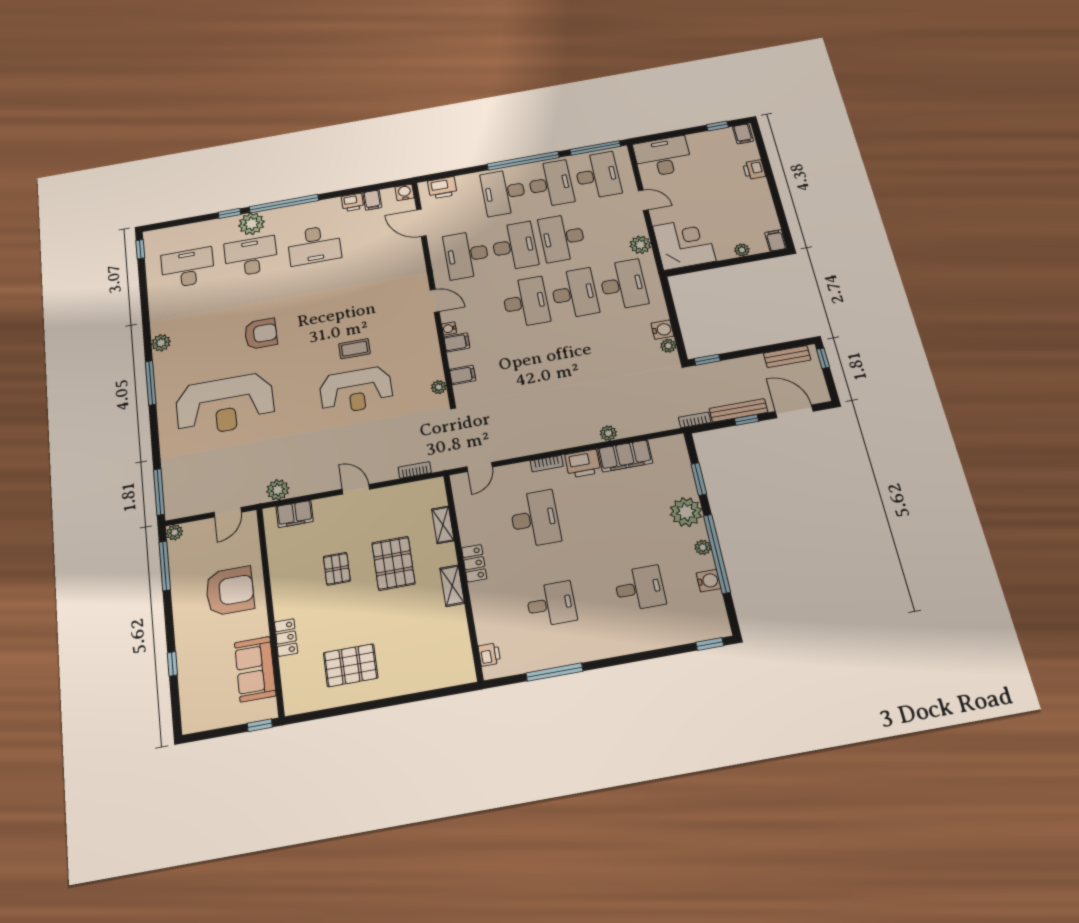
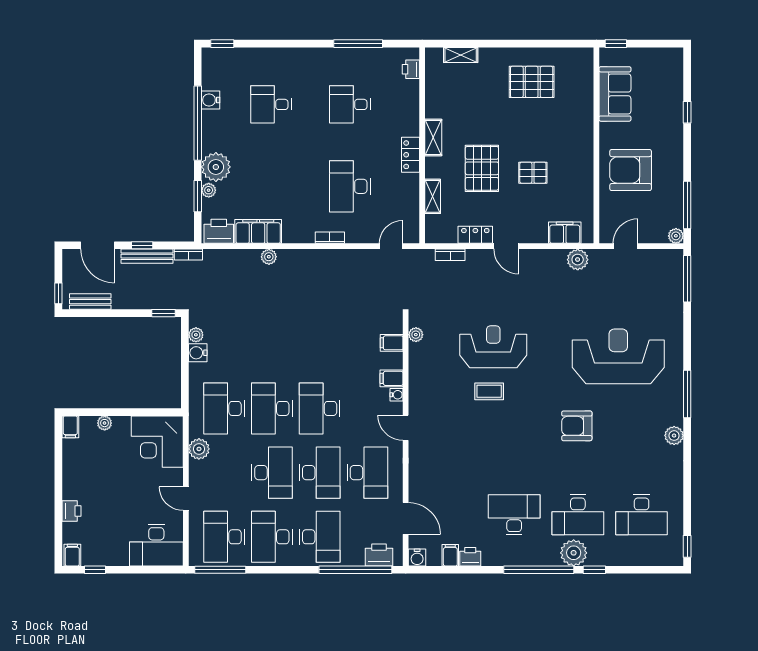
window: (523, 161) -> (355, 570), moved
desk: (514, 246) -> (320, 473), turned 180
printer: (583, 464) -> (219, 231), moved
plant: (703, 547) -> (209, 190), moved
pallet: (337, 569) -> (533, 173), turned 90
locker: (286, 638) -> (475, 235), moved, turned 90
shelving: (435, 681) -> (461, 55), added

